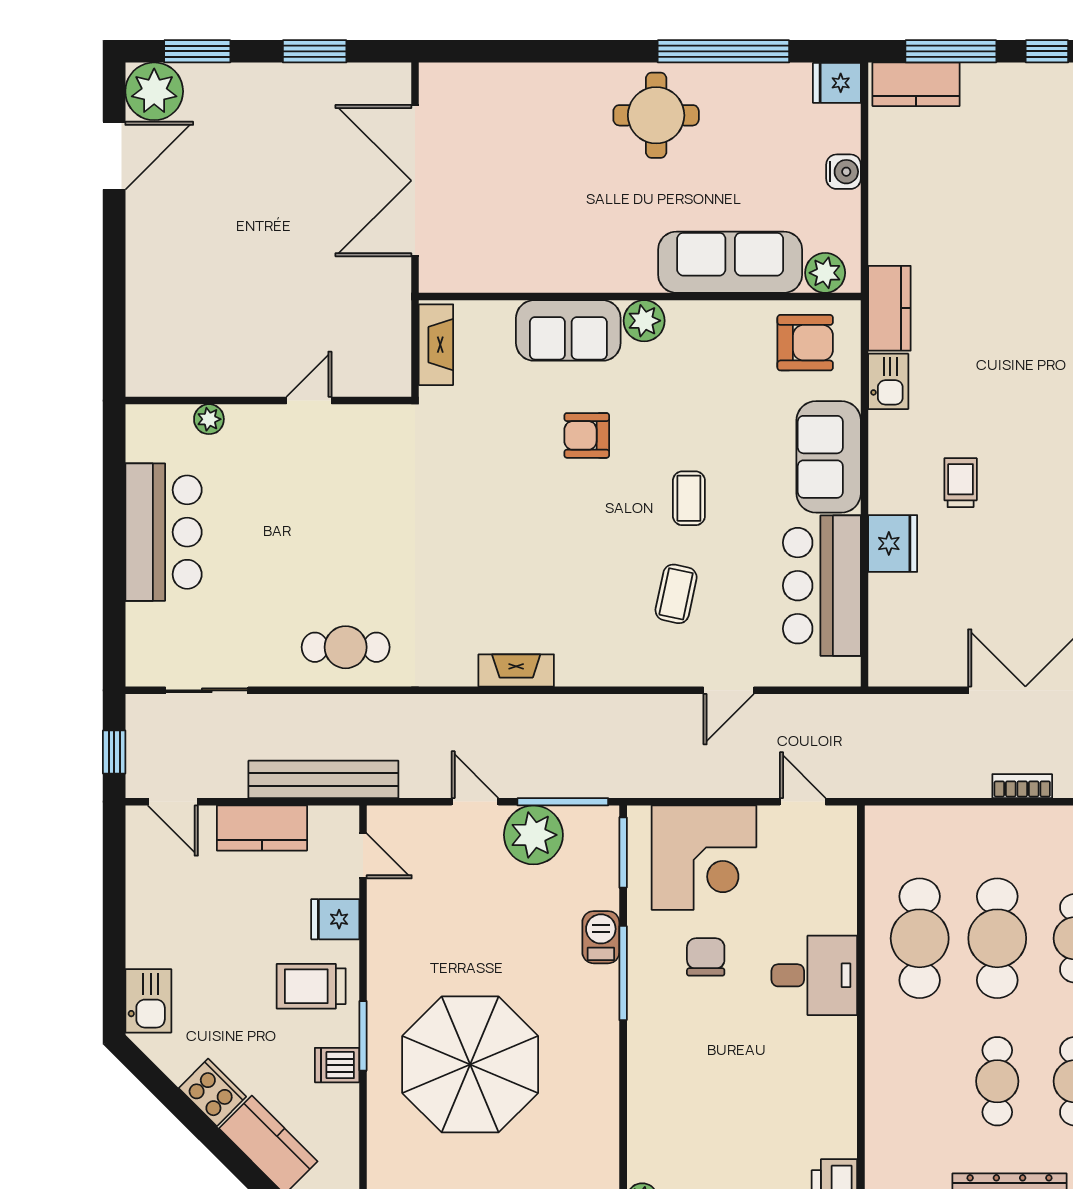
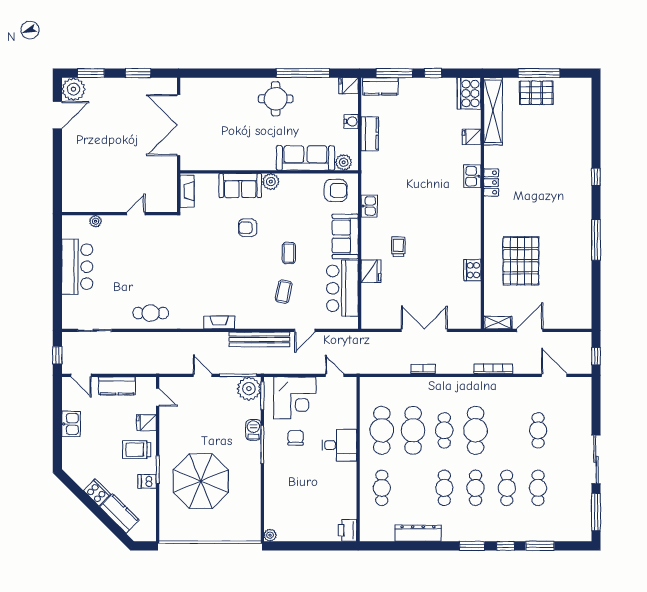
kitchen counter: (889, 308) -> (370, 134), moved
bench: (323, 779) -> (259, 339), moved
plant: (533, 835) -> (249, 389), moved
kitchen sink: (148, 1001) -> (71, 424), moved
cafe table: (997, 1081) -> (382, 488), moved

